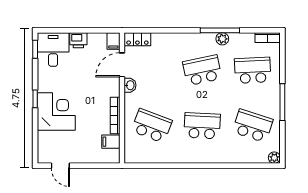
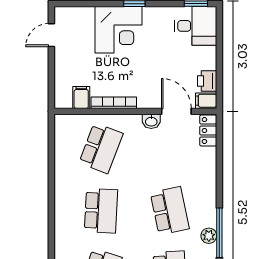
printer: (78, 40) -> (207, 81), moved

